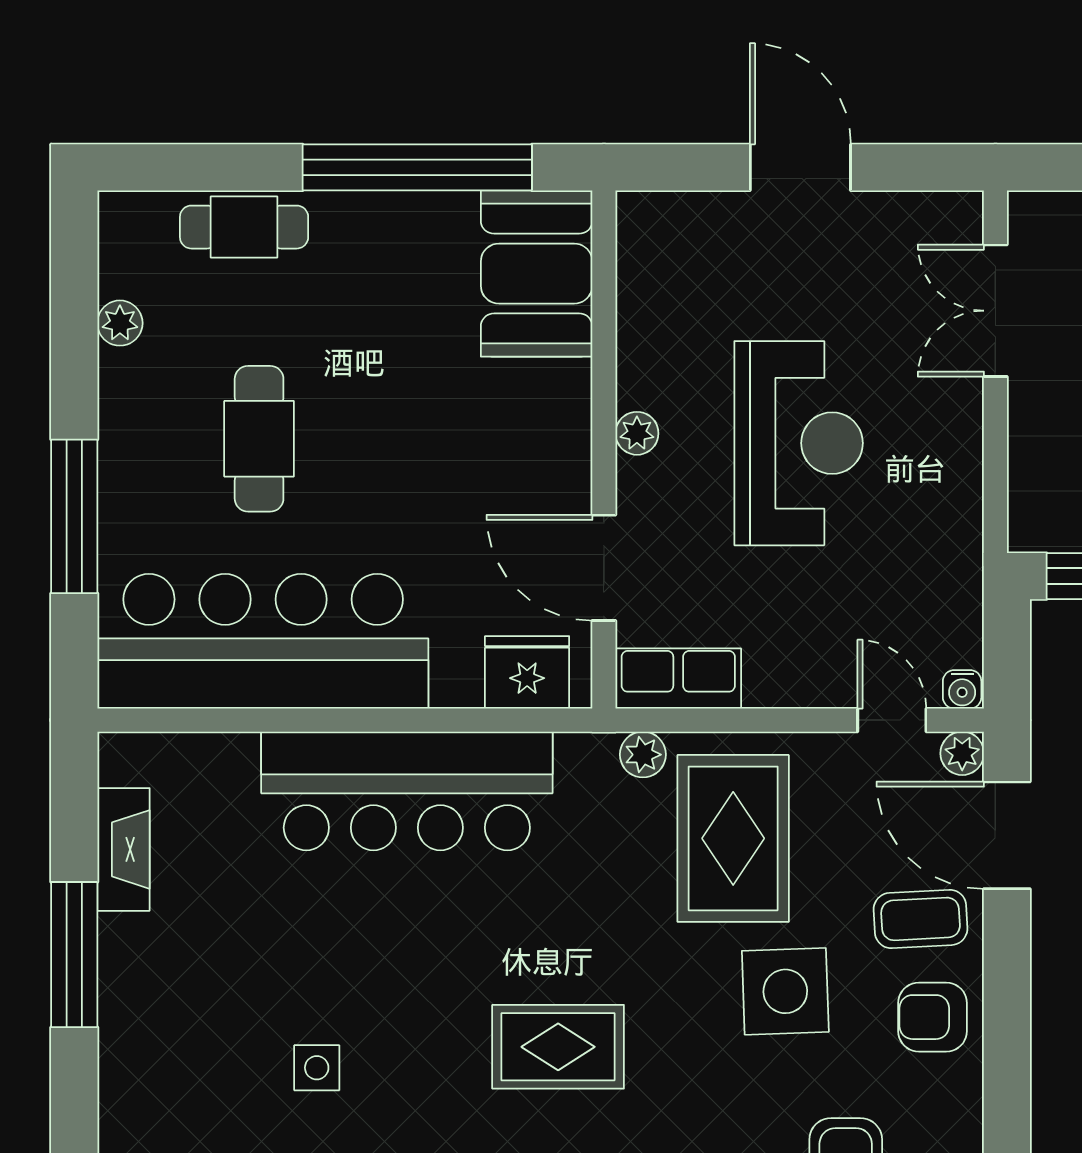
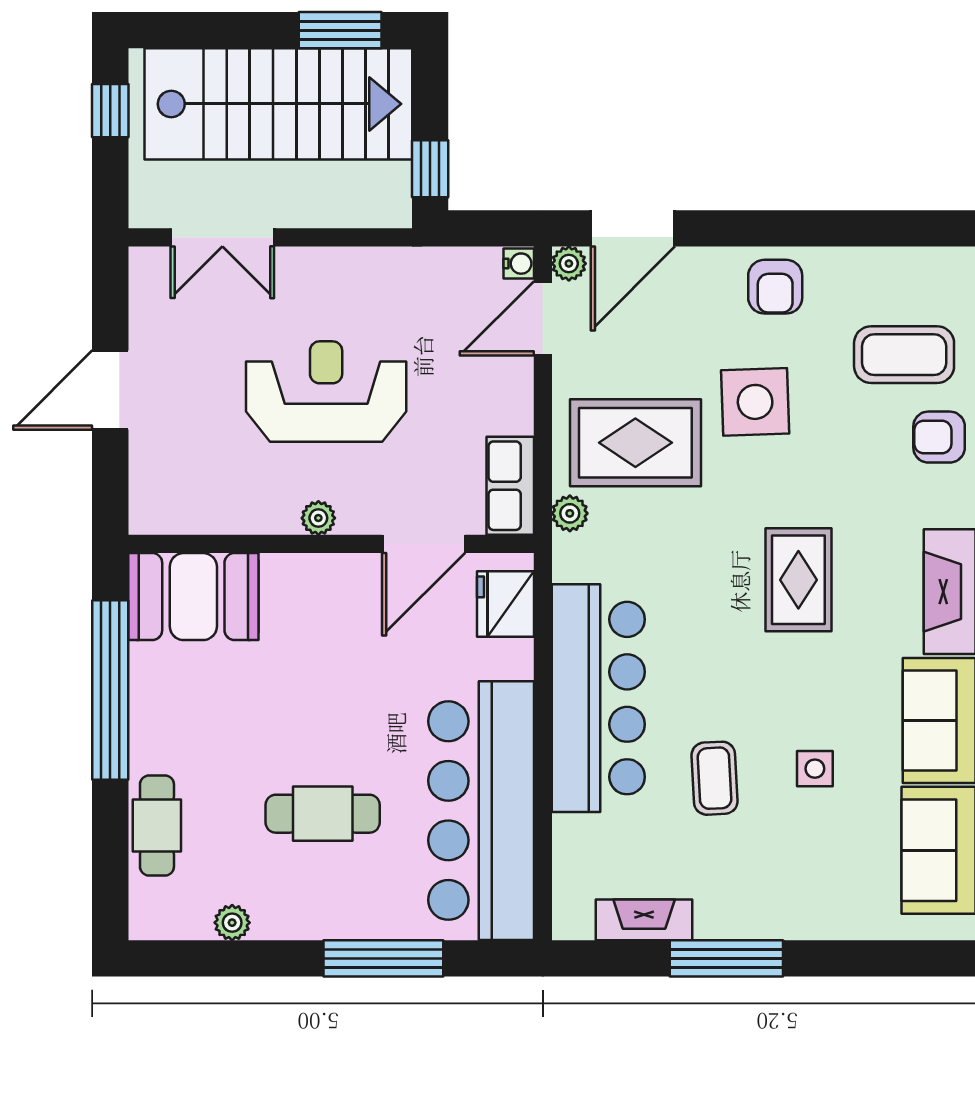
door: (892, 720) -> (543, 318), width x1.38
coffee table: (921, 919) -> (715, 778), moved

